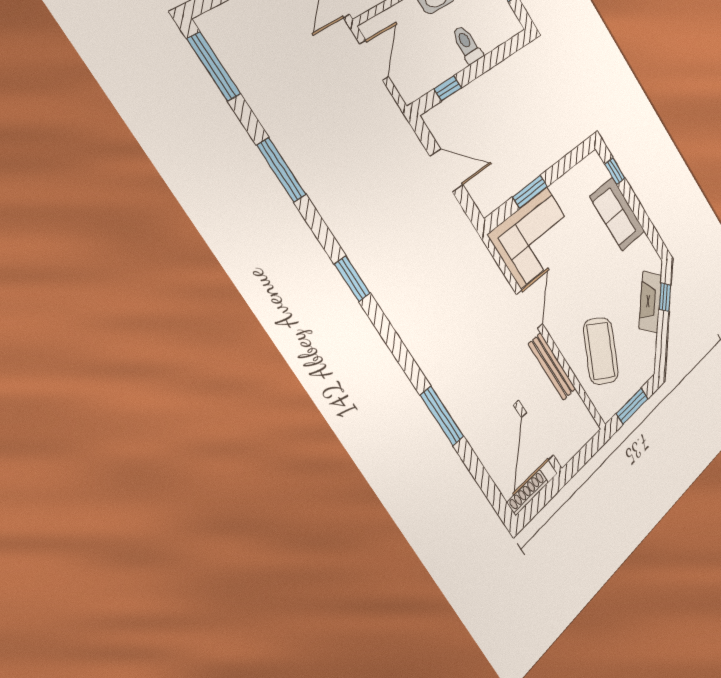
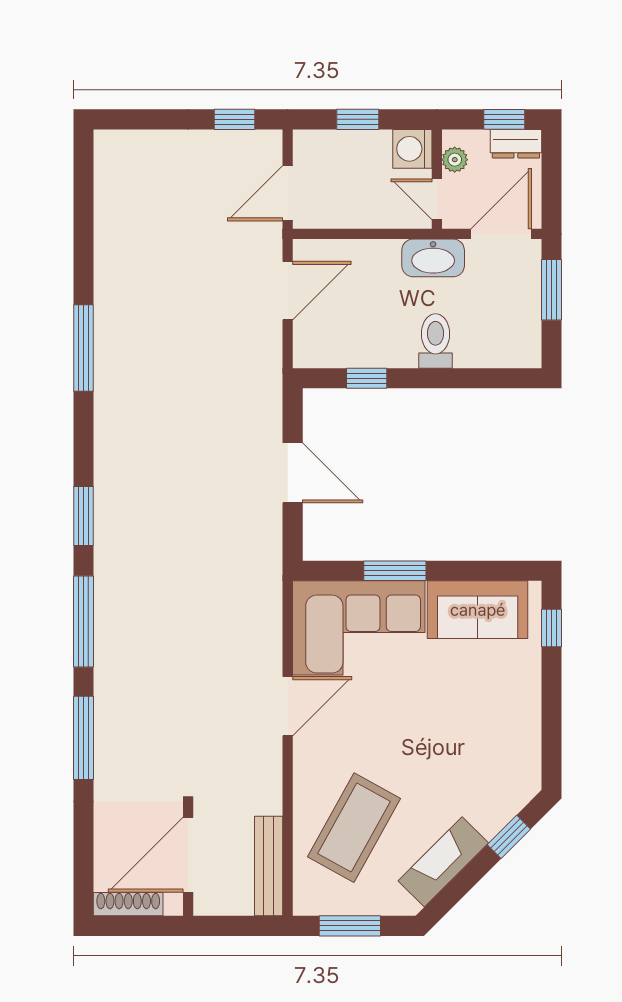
window: (214, 66) -> (84, 621), moved
sofa: (617, 214) -> (478, 610), moved, turned -90
fireplace: (650, 302) -> (443, 862), moved
bench: (552, 366) -> (269, 866), moved

